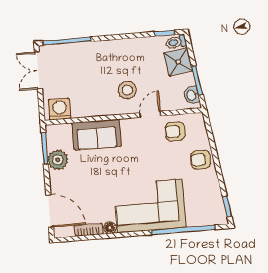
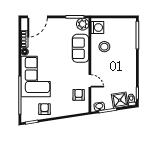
double door: (38, 70) -> (121, 17), removed
stool: (127, 90) -> (104, 47), moved
plant: (58, 160) -> (83, 24), moved
armchair: (201, 160) -> (45, 109), moved

